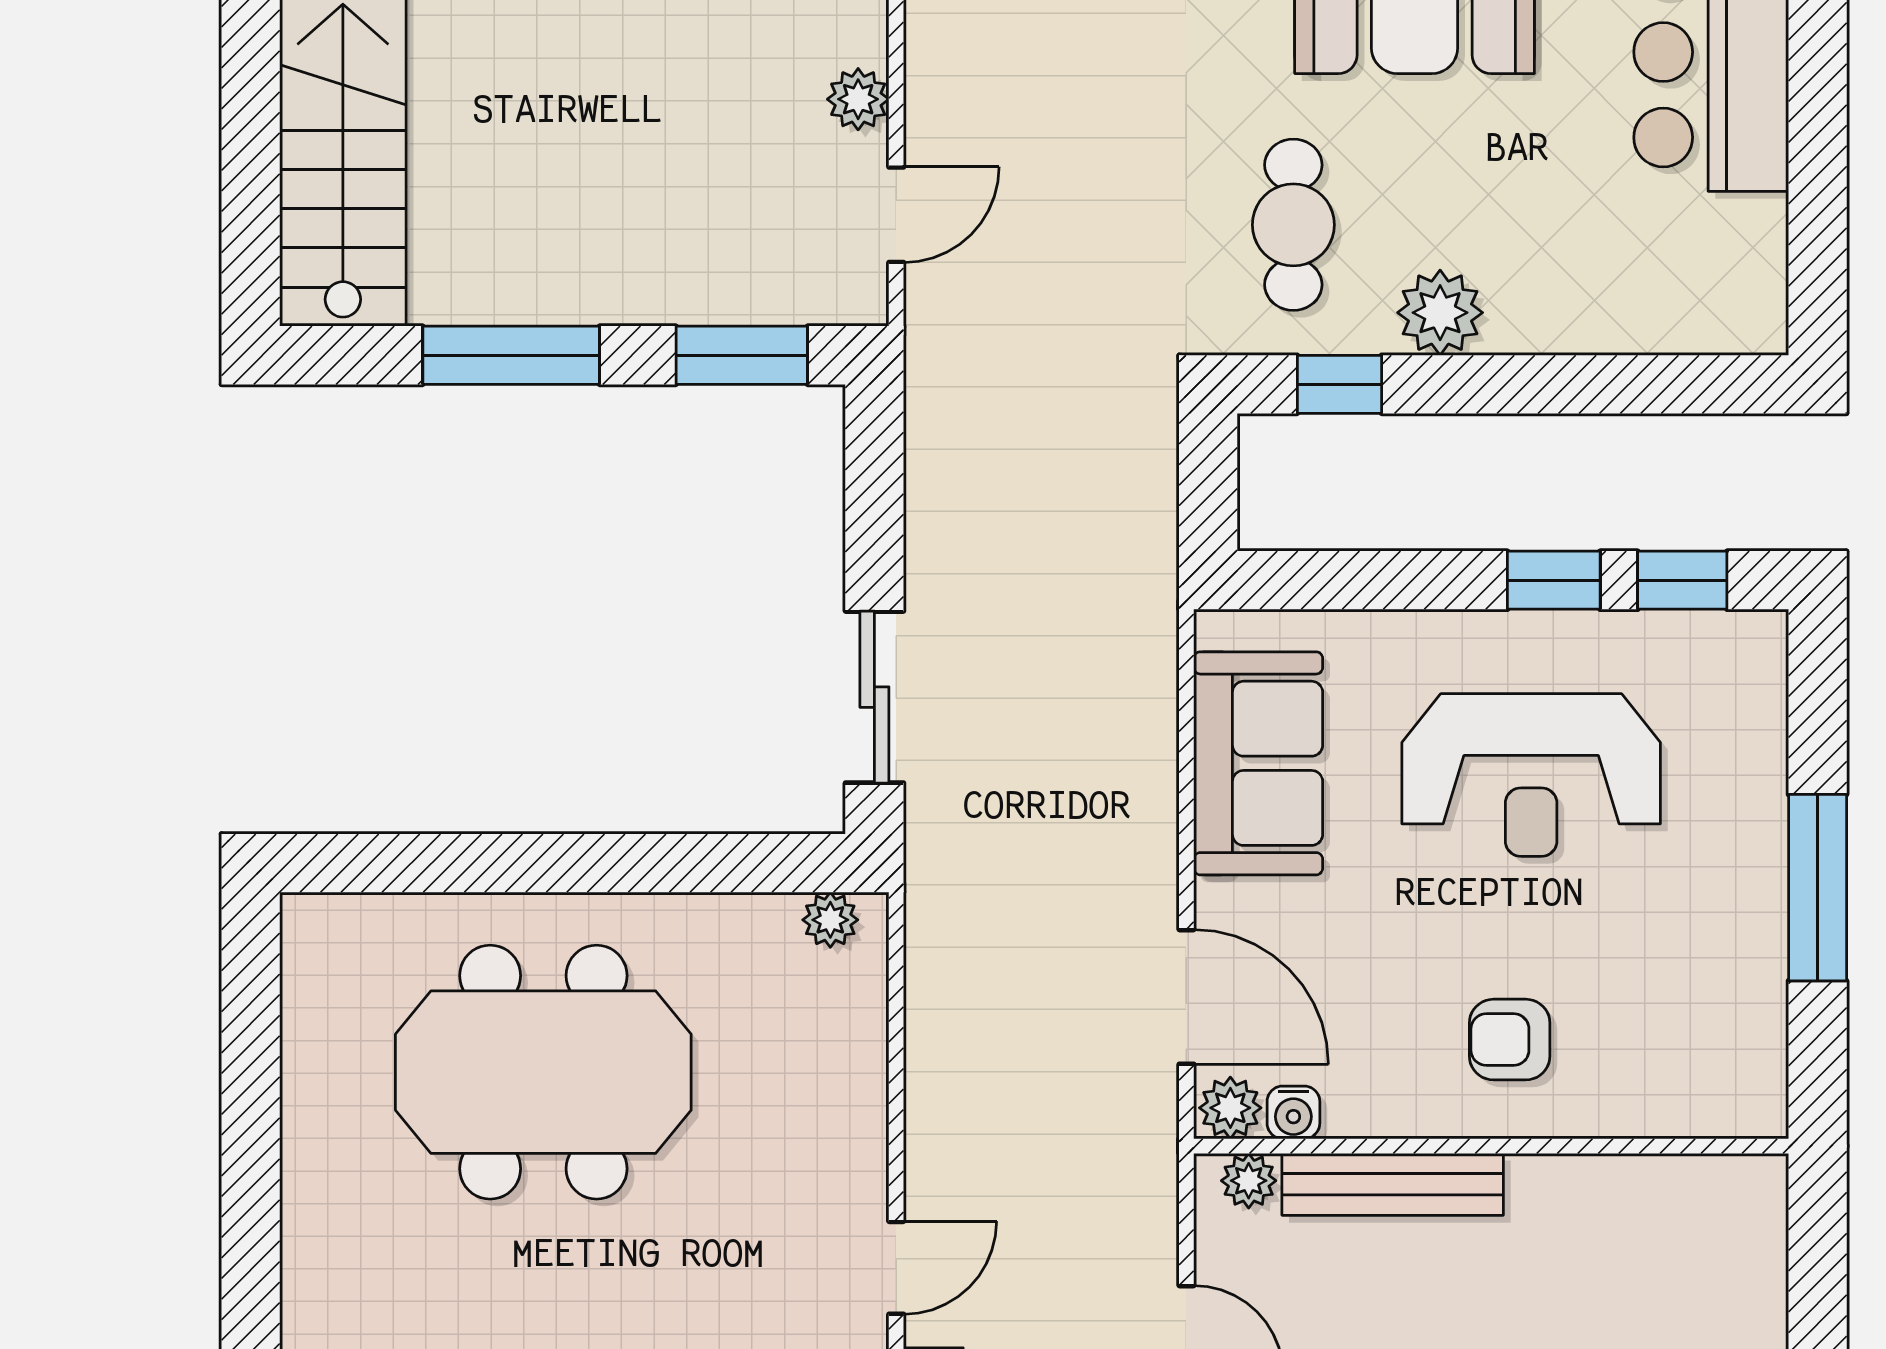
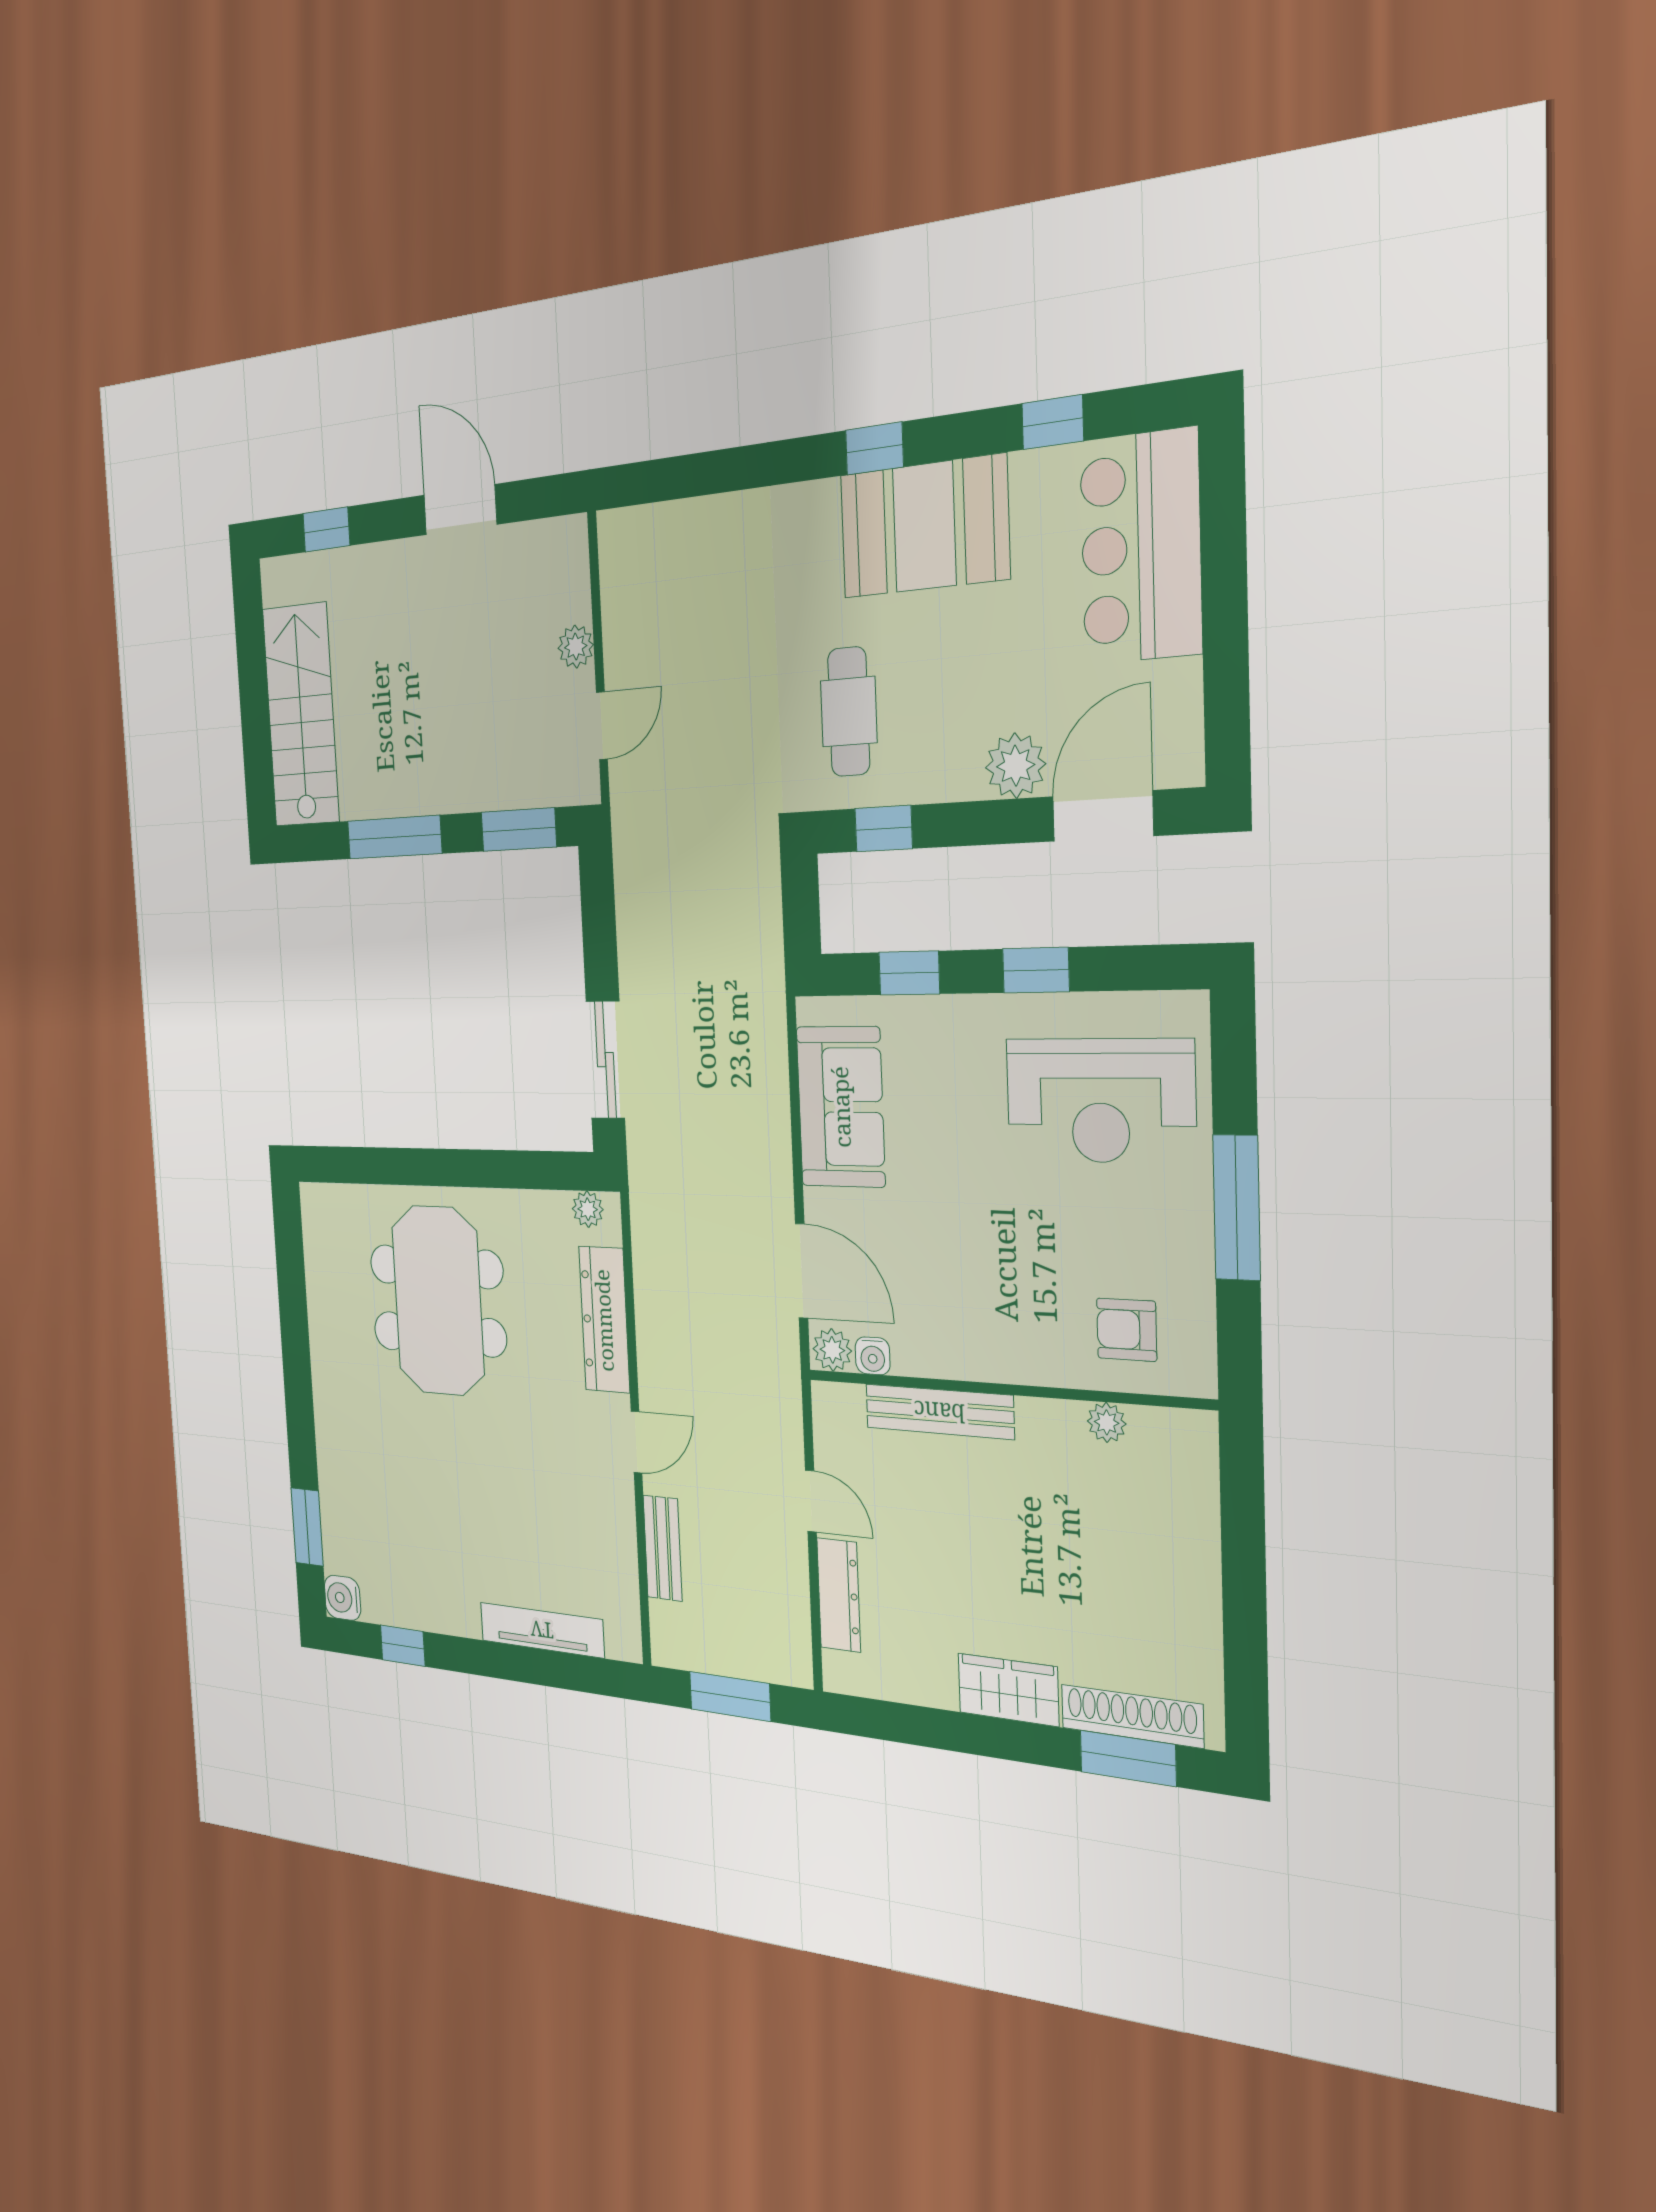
plant: (1440, 313) -> (1016, 766), moved
door: (1652, 384) -> (1103, 816), added
window: (1682, 580) -> (909, 973), moved
reception desk: (1531, 775) -> (1100, 1101), moved
armchair: (1510, 1040) -> (1127, 1330), moved
meeting table: (543, 1072) -> (438, 1301), turned 90
dresser: (850, 1085) -> (604, 1320), added
plant: (1249, 1181) -> (1107, 1422), moved

